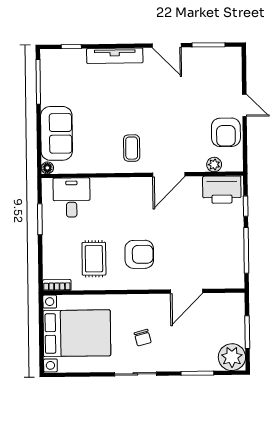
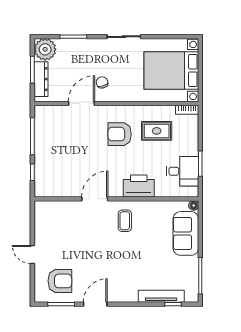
door: (167, 45) -> (95, 304), hinge flipped
tv unit: (115, 56) -> (161, 296), moved
armchair: (226, 132) -> (60, 281), moved, turned 90
plant: (214, 165) -> (58, 207), removed
printer: (222, 190) -> (139, 186), moved
desk: (72, 197) -> (183, 171), moved, turned -90
rug: (94, 259) -> (157, 131), turned 90
dresser: (237, 321) -> (41, 79), added
chair: (143, 338) -> (102, 82), moved

